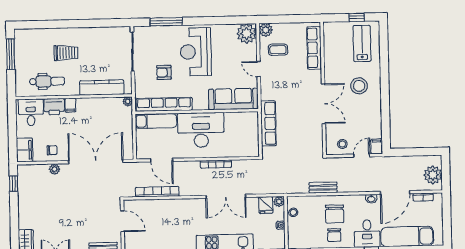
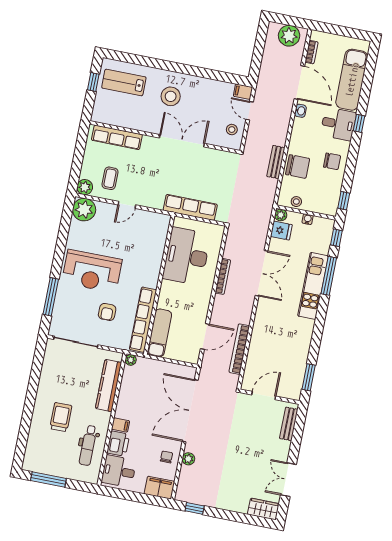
dental chair: (47, 81) -> (88, 445), turned 180
sofa: (233, 99) -> (154, 241), removed
desk: (201, 130) -> (187, 256), moved
chair: (335, 214) -> (298, 166), moved

